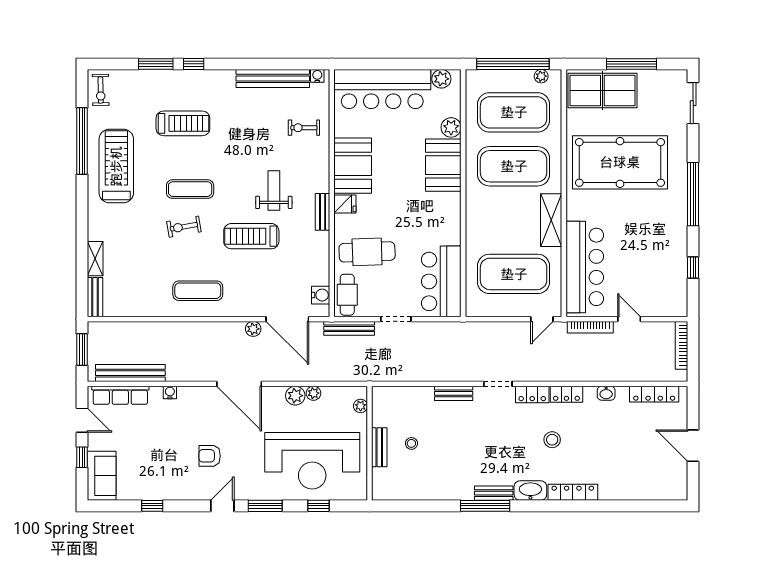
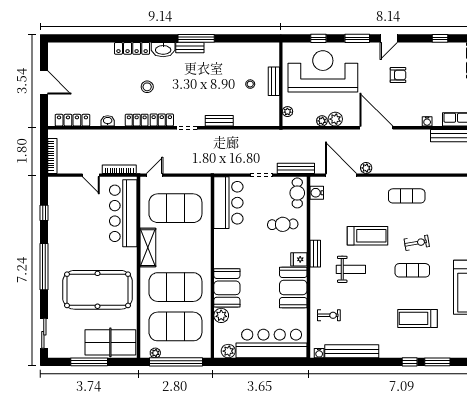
weight bench: (274, 190) -> (351, 269), turned -90
cafe table: (367, 252) -> (283, 224), width x0.73, depth x0.74

